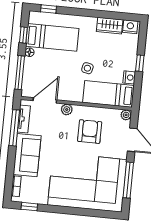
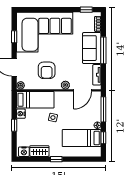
window: (49, 9) -> (56, 159), moved
window: (14, 128) -> (103, 50), moved
window: (128, 180) -> (14, 37), width x0.46

